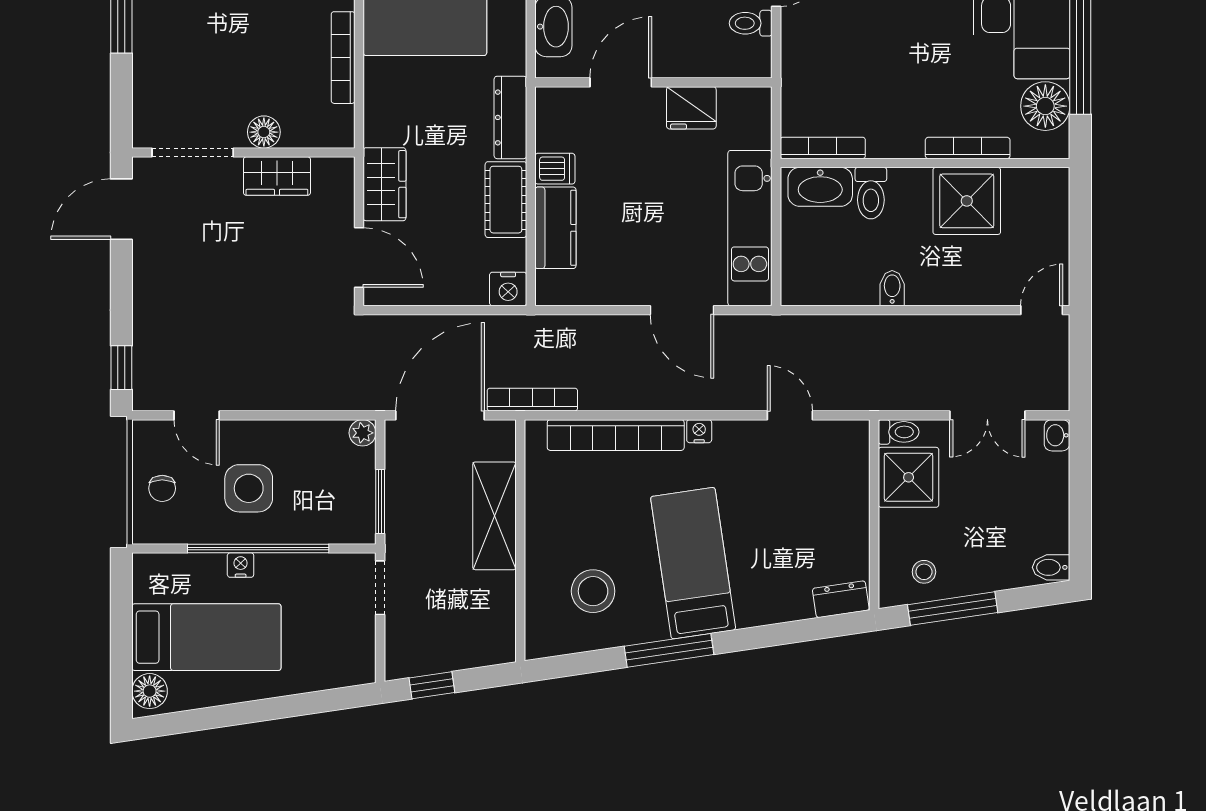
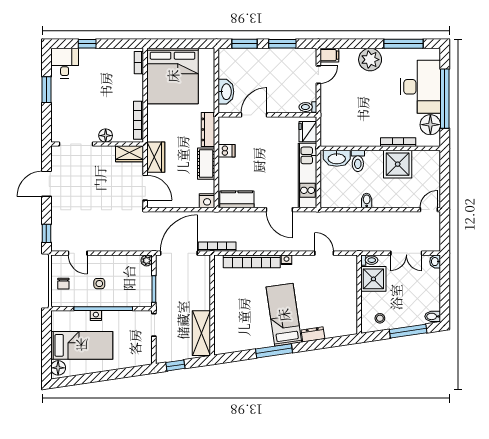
toilet: (751, 23) -> (308, 107), moved
bookcase: (343, 58) -> (138, 120), moved
fridge: (691, 108) -> (308, 132), moved, turned 90
bookcase: (823, 148) -> (338, 142), removed
wardrobe: (277, 176) -> (130, 154), moved
door: (121, 209) -> (46, 184), moved
kitchen counter: (555, 228) -> (237, 199), moved, turned -90
side table: (249, 488) -> (99, 284), width x0.54, depth x0.54
shelving: (494, 516) -> (201, 333), moved
stool: (593, 591) -> (242, 326), removed
dresser: (841, 599) -> (313, 334), moved
window: (953, 609) -> (408, 331), moved

